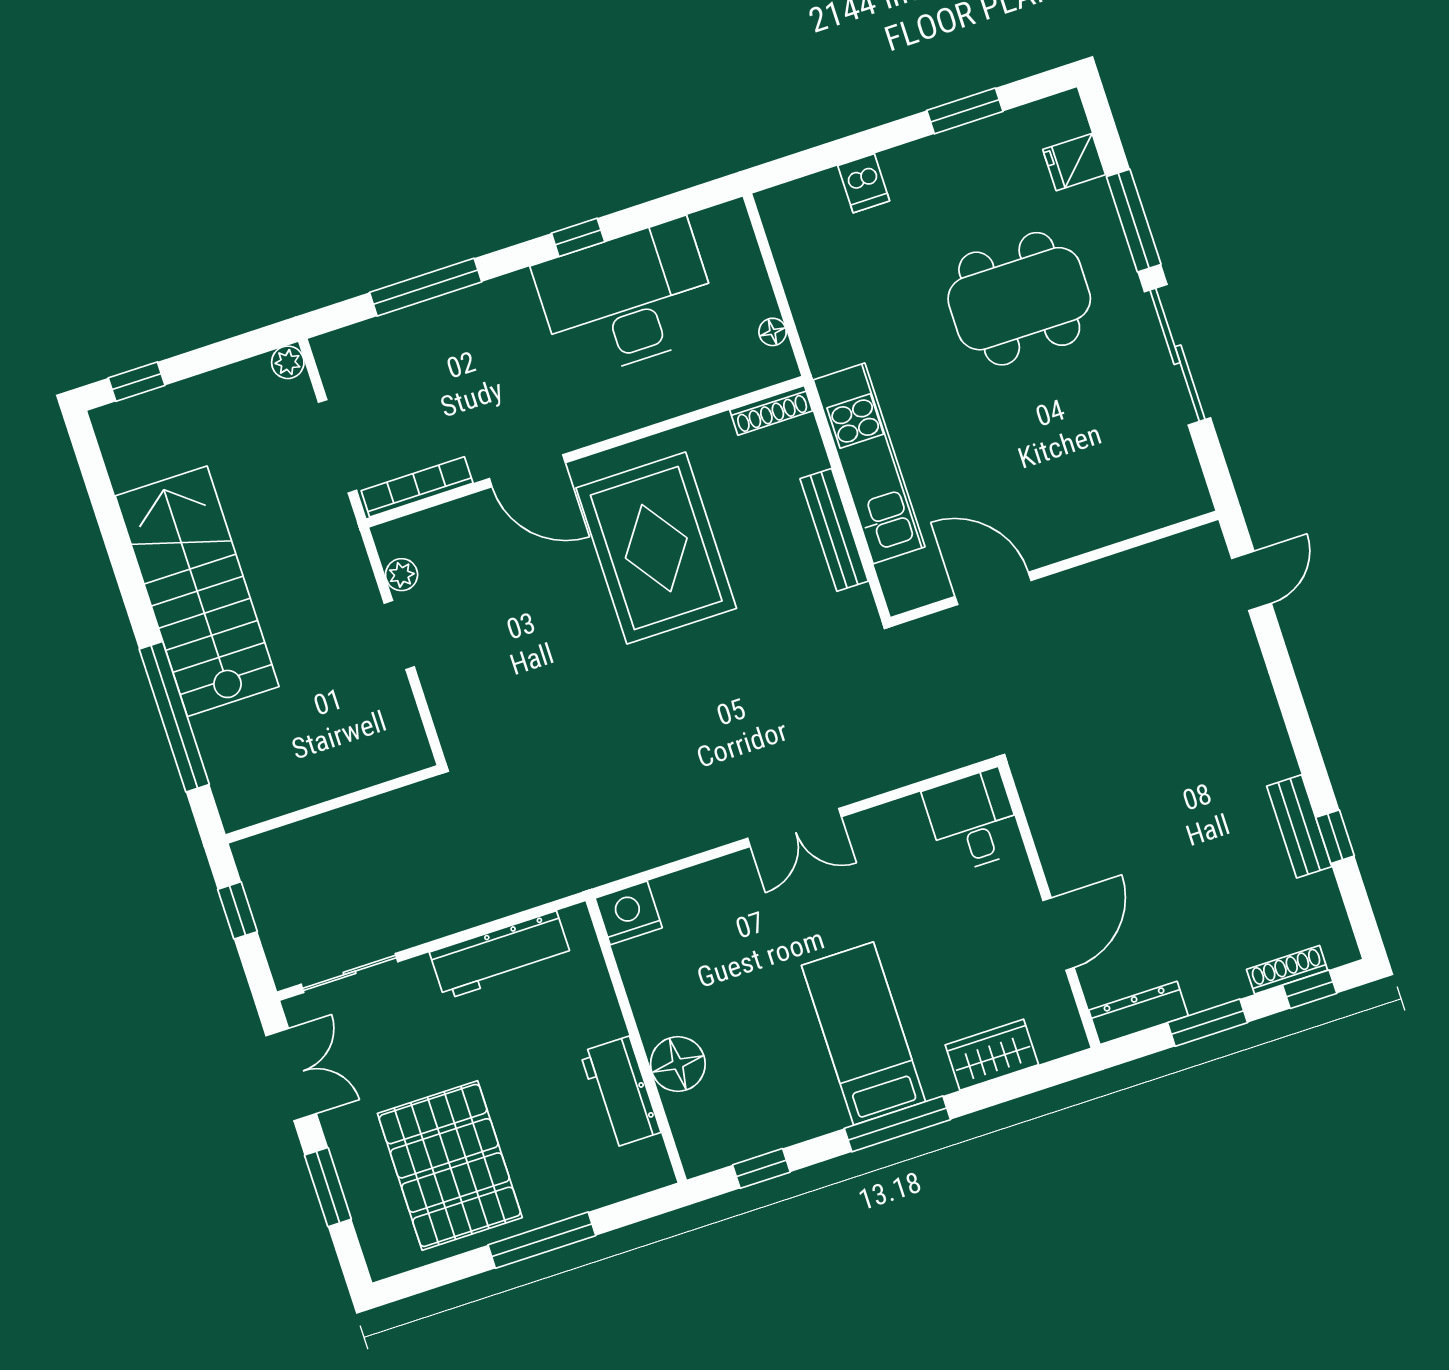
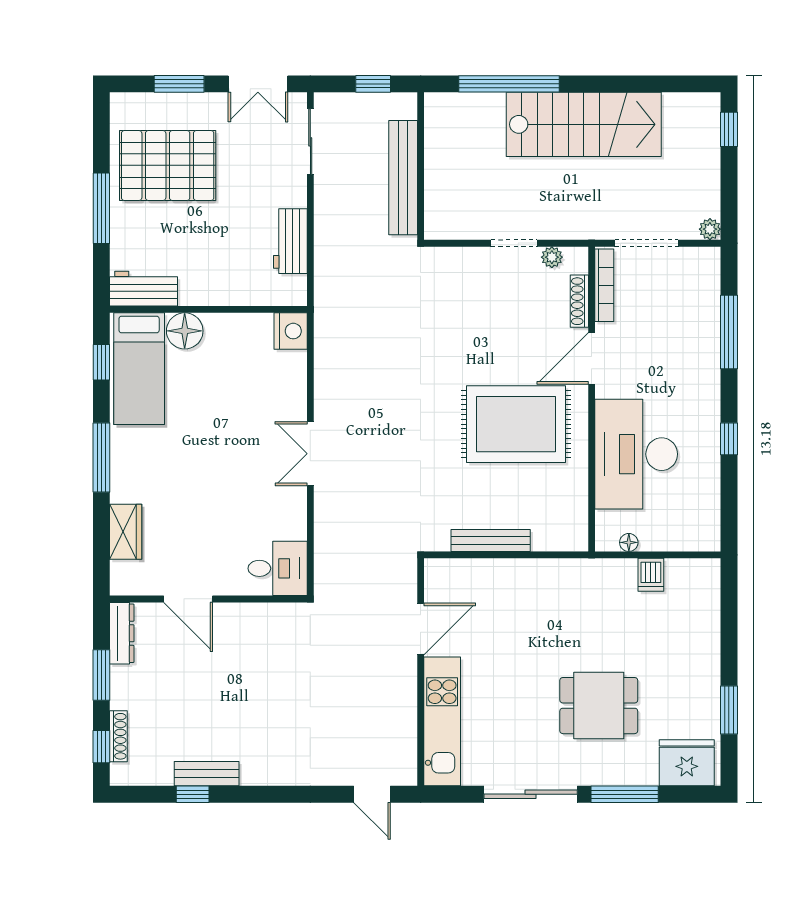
fridge: (1074, 162) -> (687, 763), width x1.88, depth x1.34
dishwasher: (864, 183) -> (651, 575), moved, turned -90
desk: (627, 299) -> (636, 454), moved, turned 180
dining table: (1019, 299) -> (599, 706), width x0.73
shoe rack: (771, 410) -> (579, 301), moved
kitchen unit: (869, 463) -> (442, 721), moved, turned -90
bench: (357, 824) -> (403, 178), added
workbench: (501, 955) -> (290, 241), width x0.73
bed: (864, 1034) -> (139, 369), moved, turned 90
workbench: (620, 1092) -> (143, 289), moved

